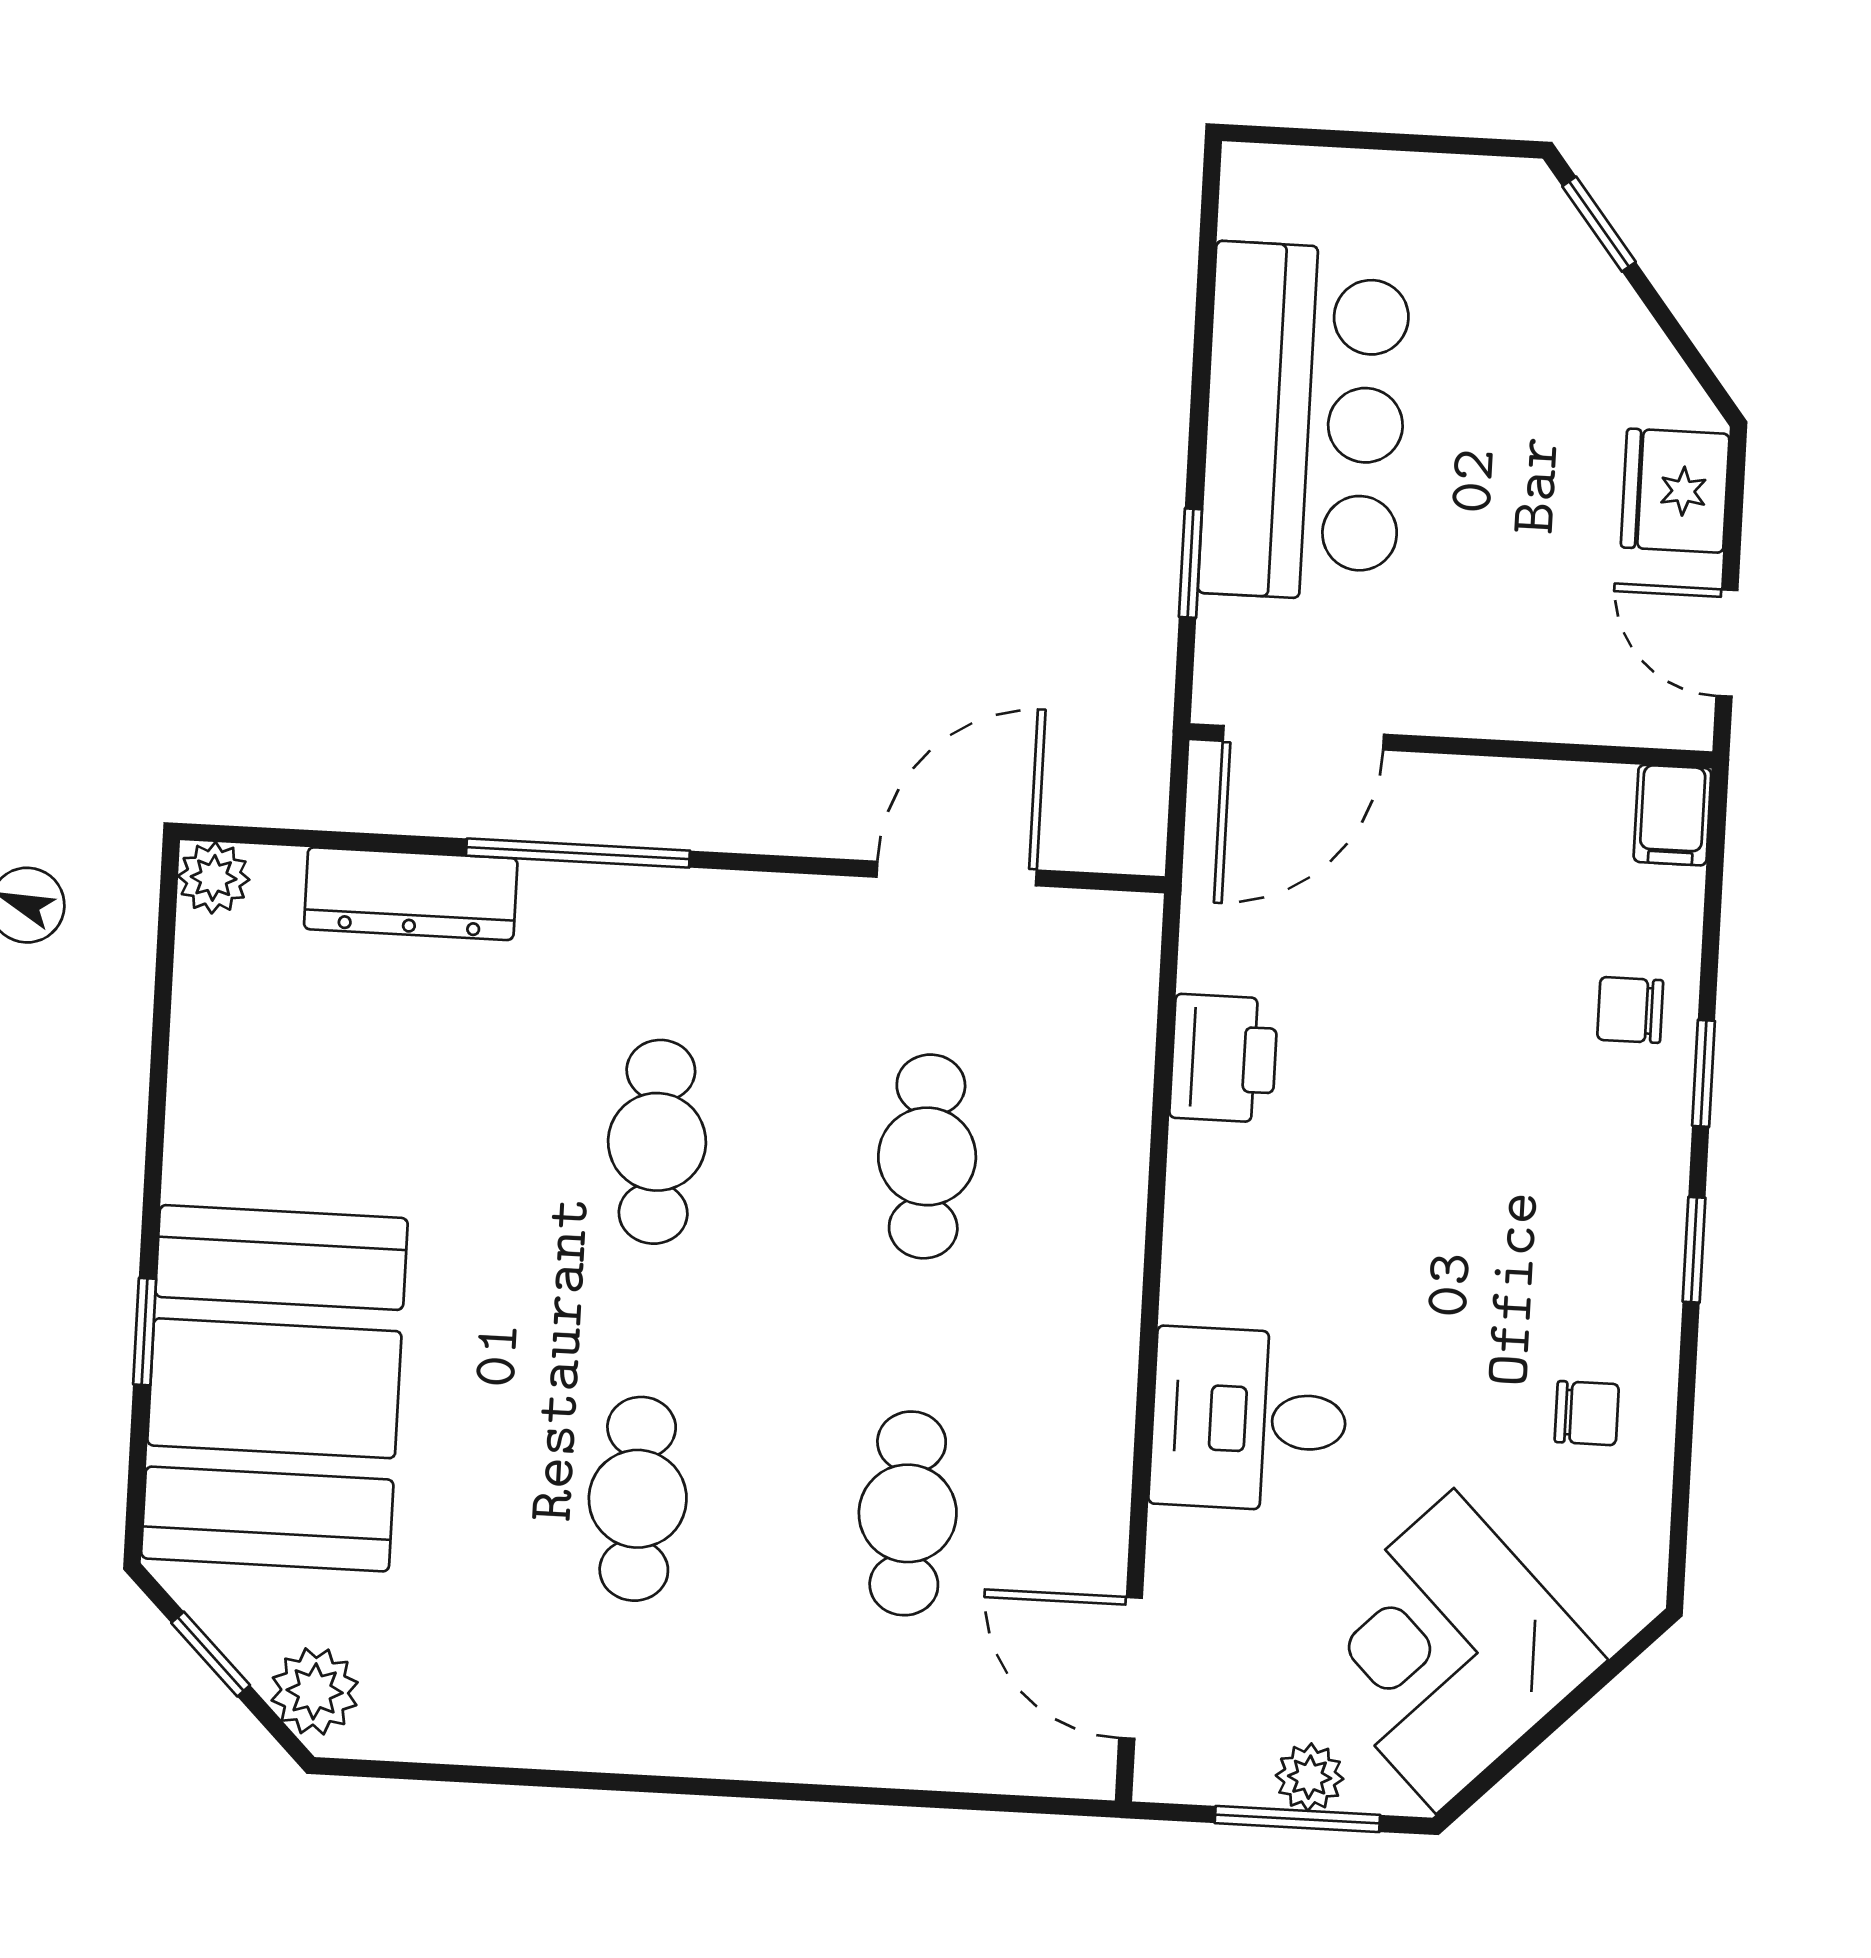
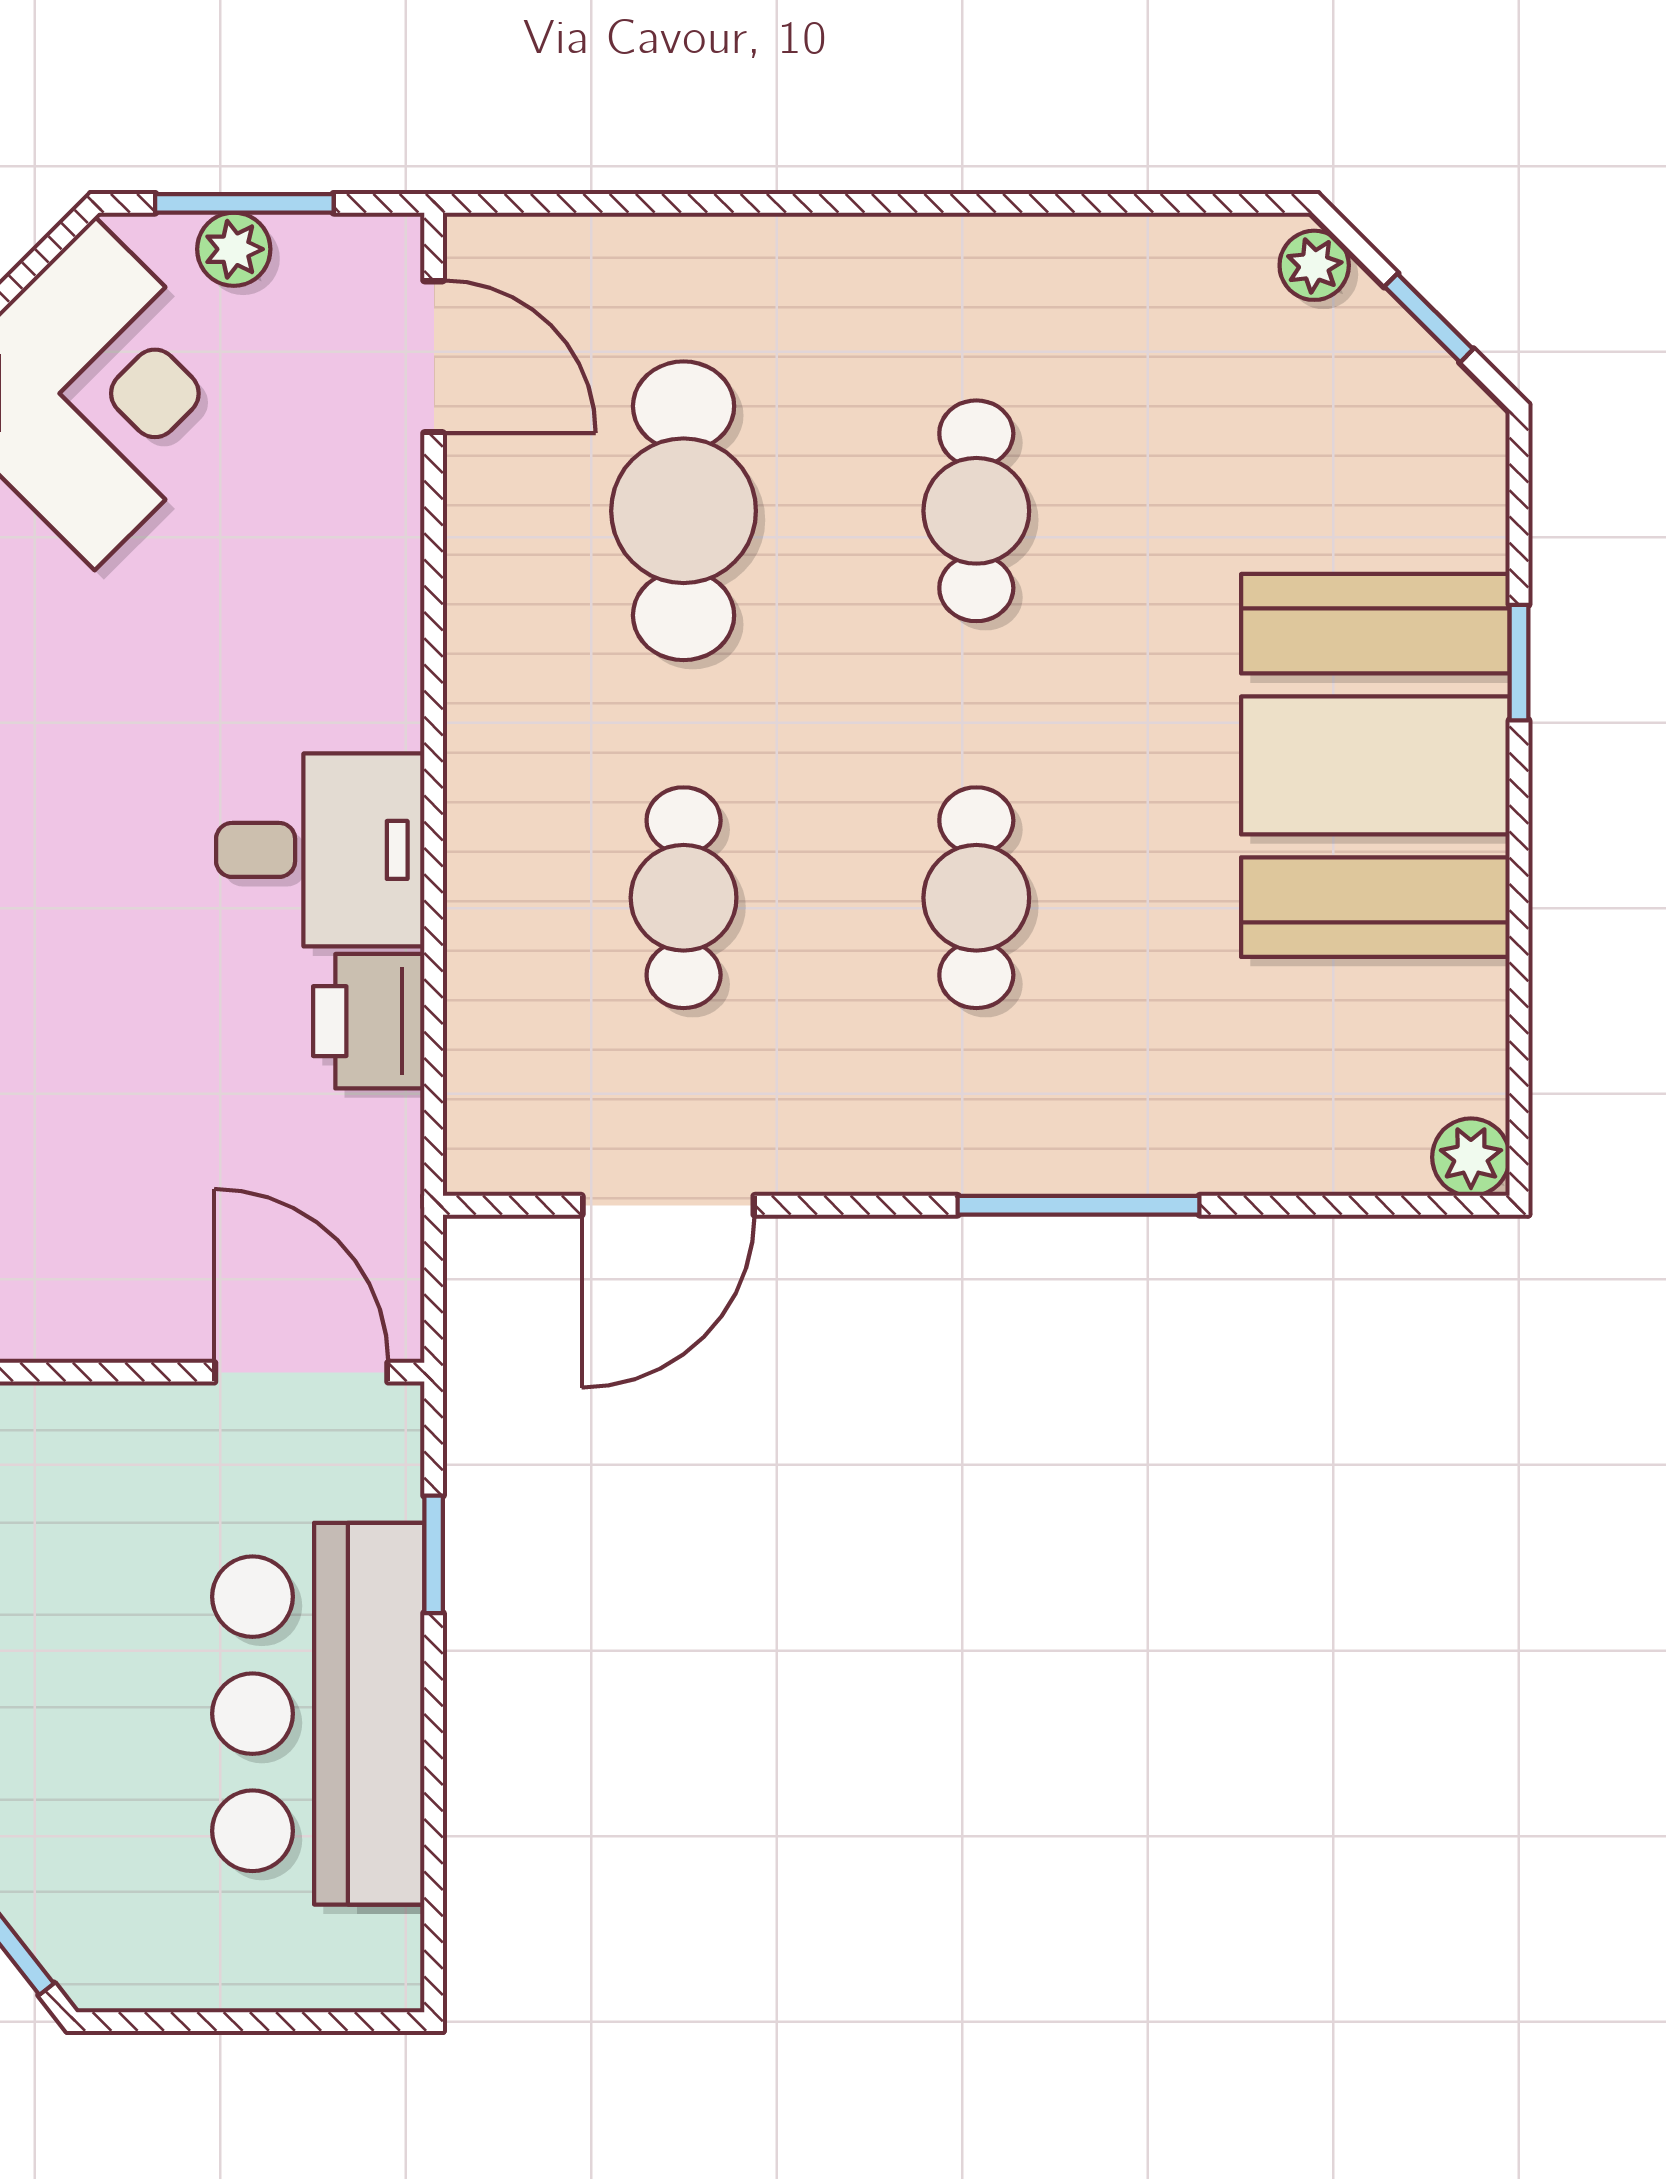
door: (1303, 738) -> (301, 1372), hinge flipped
dresser: (411, 894) -> (1257, 1152), removed
booth: (274, 1388) -> (1375, 765), moved
desk: (1249, 1419) -> (320, 850), moved
cafe table: (908, 1513) -> (684, 511), width x1.37, depth x1.35
plant: (315, 1691) -> (1314, 265), width x0.73, depth x0.73

